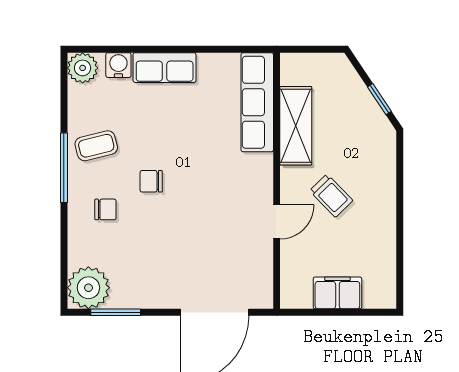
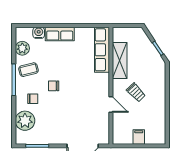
plant: (83, 68) -> (22, 48), moved
door: (277, 222) -> (111, 104), hinge flipped
plant: (88, 288) -> (25, 121), moved
filing cabinet: (337, 293) -> (139, 137), width x0.50

